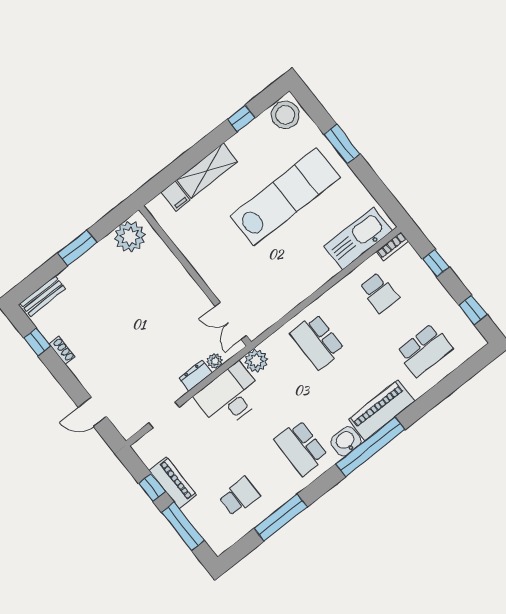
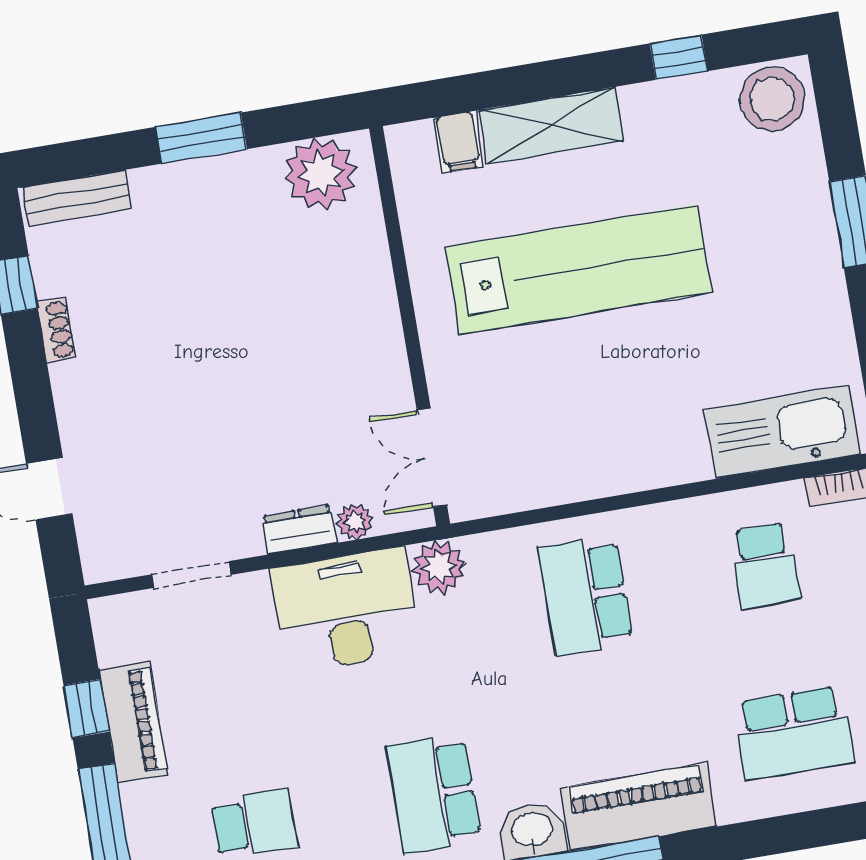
lab bench: (285, 197) -> (578, 270), moved

